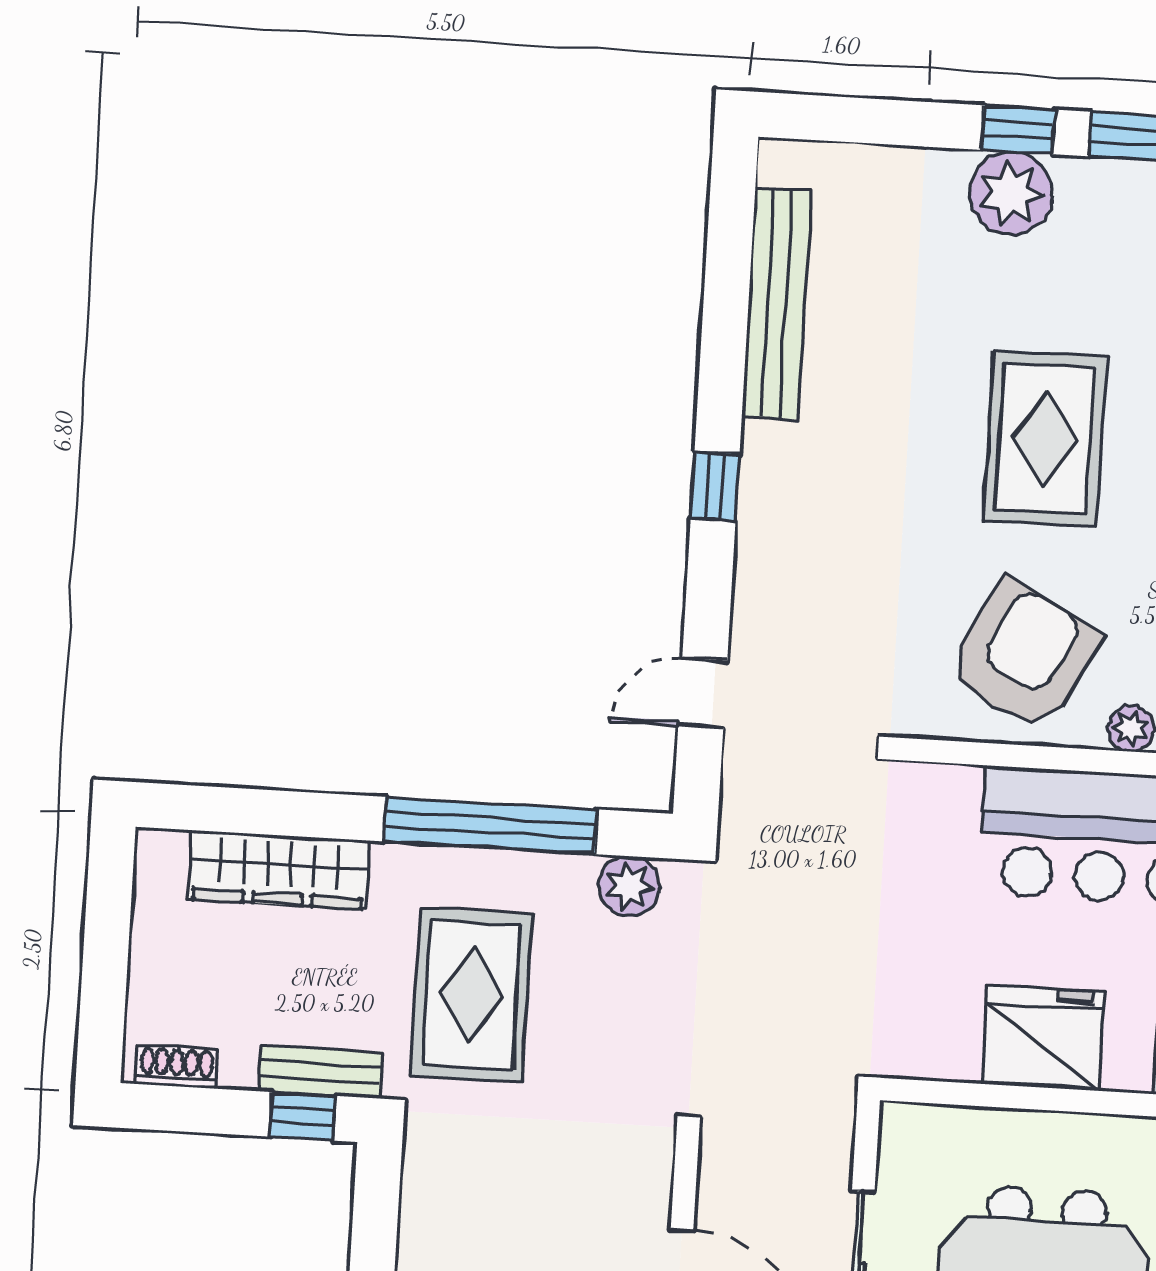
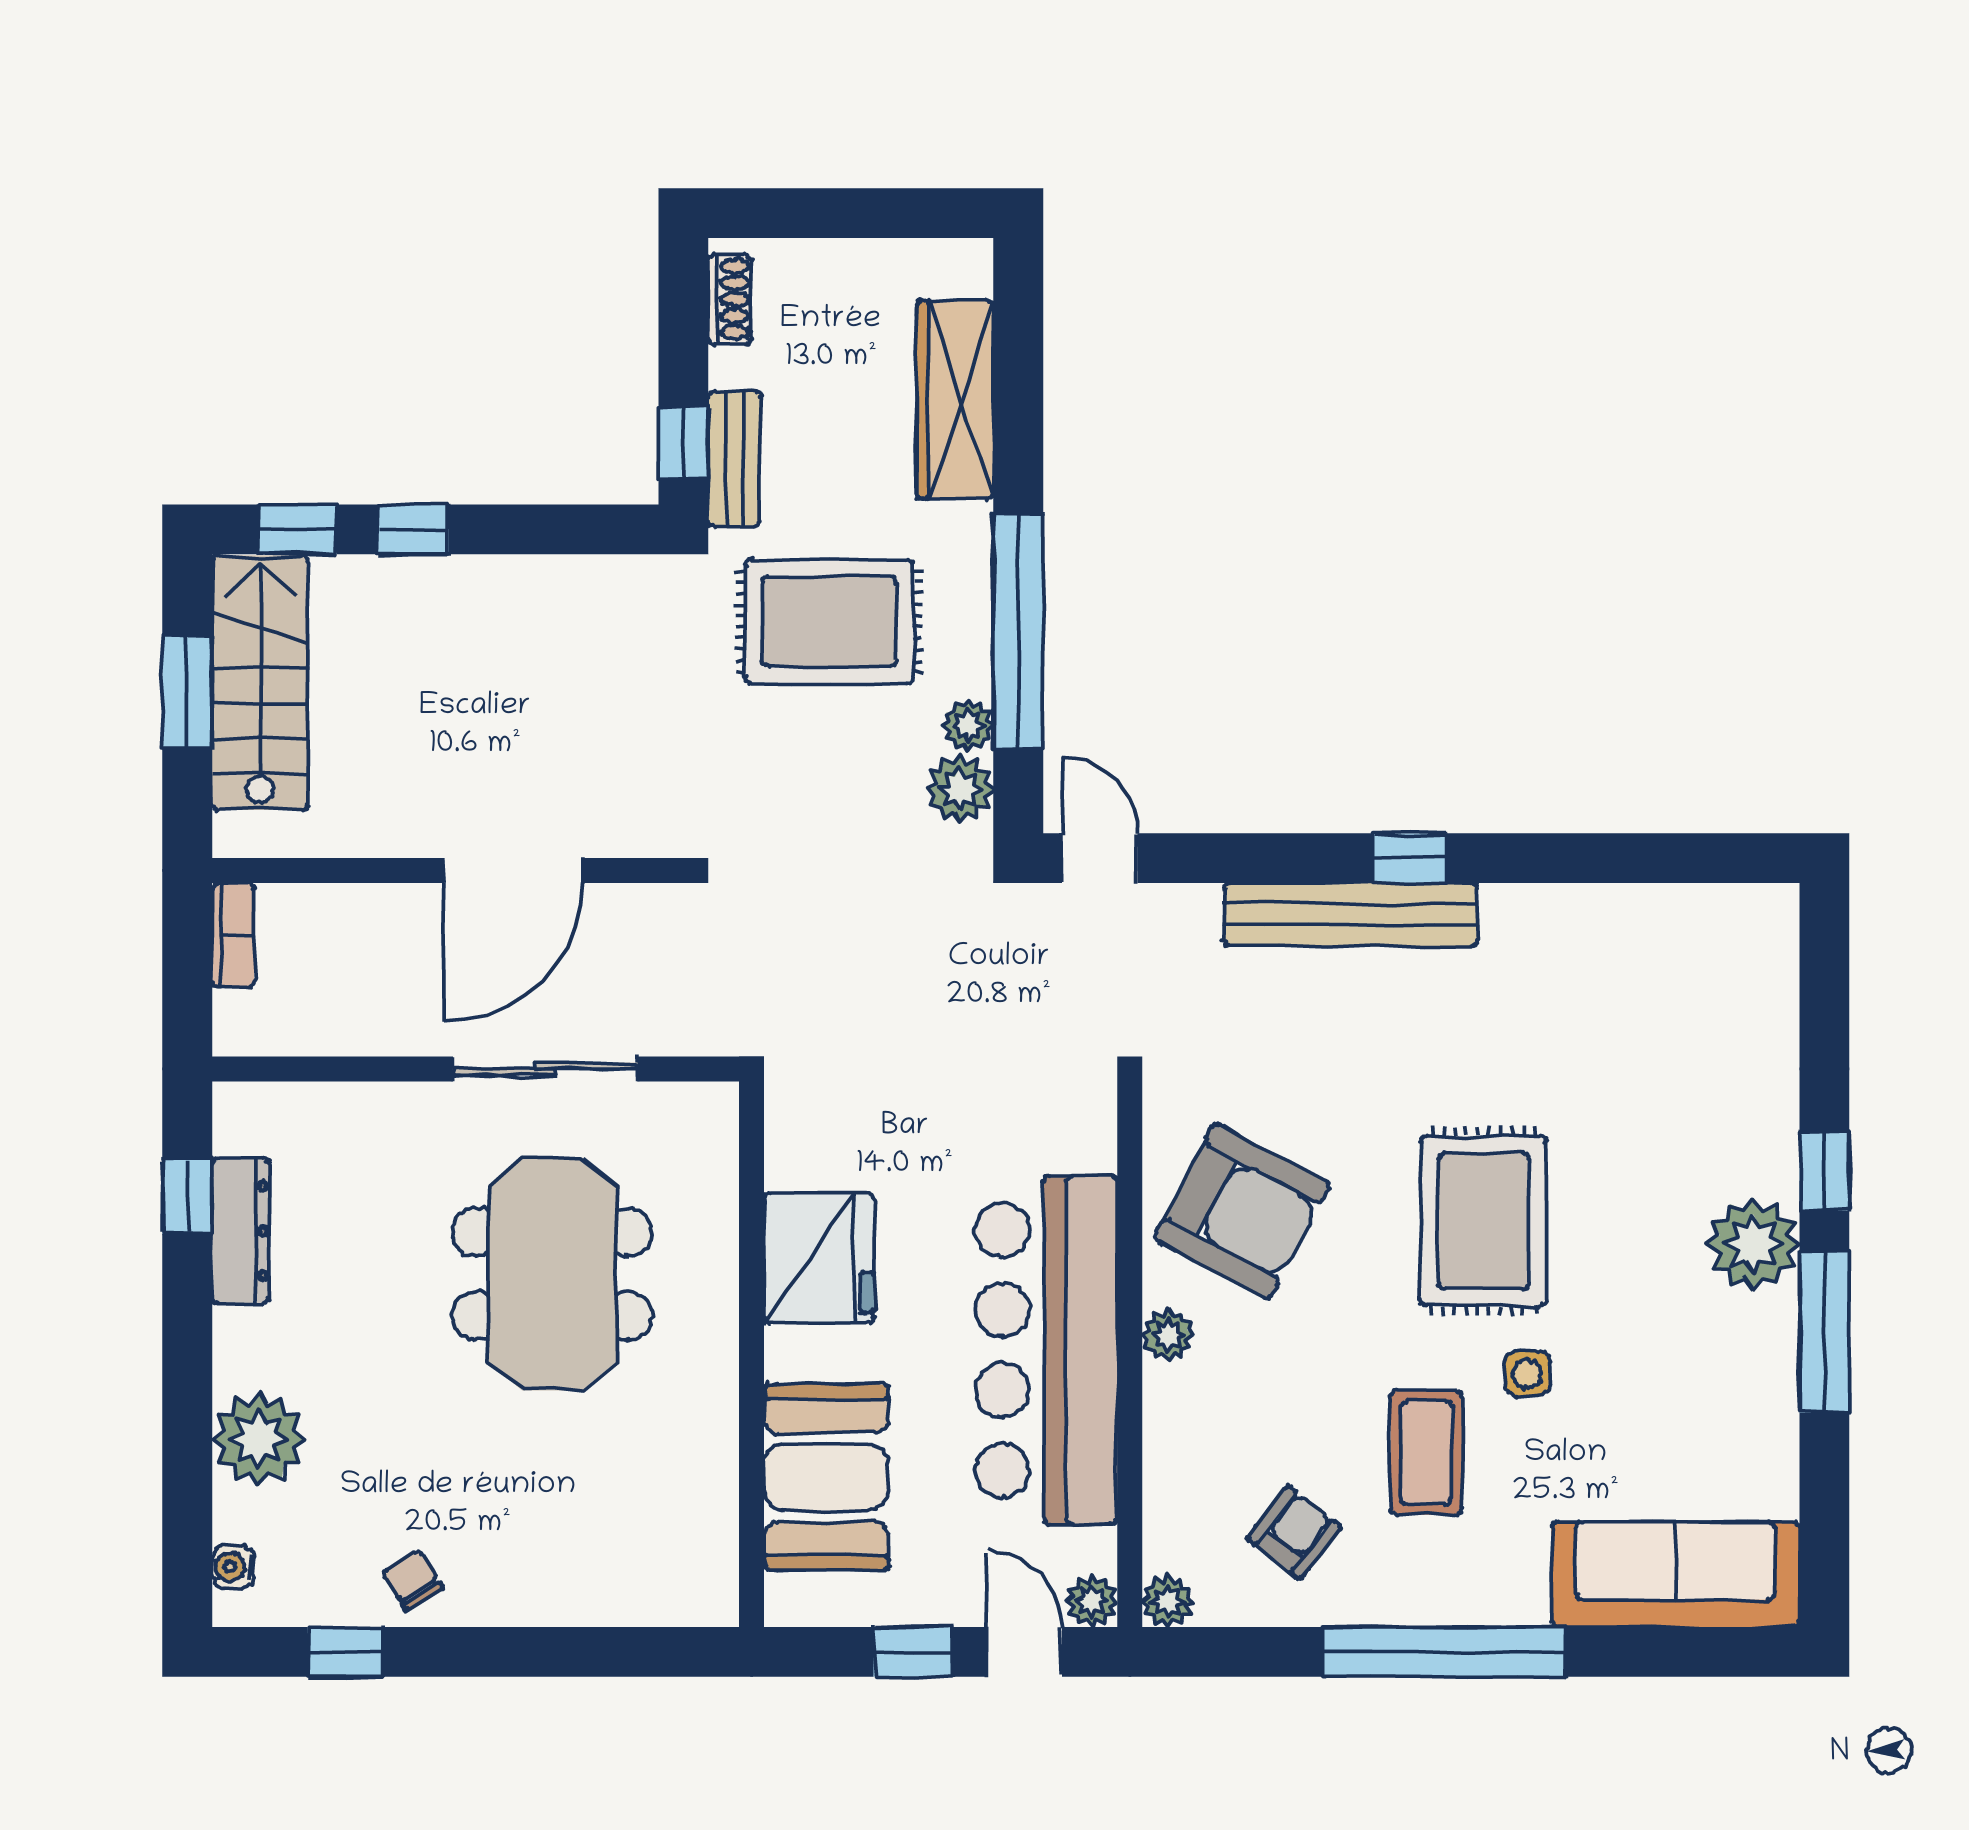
plant: (1011, 193) -> (1753, 1244), moved
bench: (777, 304) -> (1351, 914), moved
rug: (1045, 439) -> (1483, 1221), turned 90
door: (703, 693) -> (1100, 858), moved
plant: (572, 875) -> (968, 725), added

